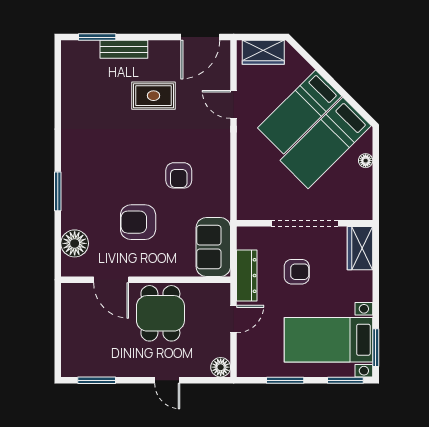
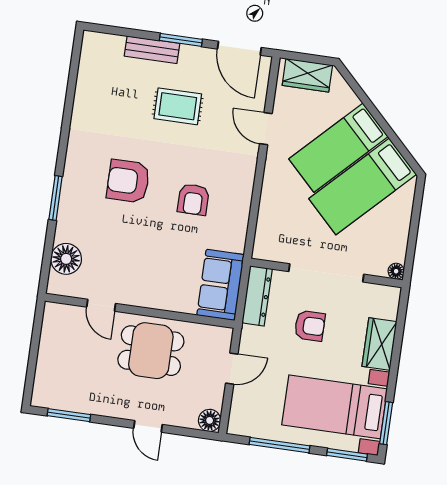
window: (97, 37) -> (181, 40), moved
door: (200, 37) -> (239, 48), hinge flipped
floor lamp: (366, 161) -> (396, 271), moved
armchair: (138, 222) -> (128, 181), moved
wardrobe: (360, 248) -> (379, 344), moved
dresser: (247, 276) -> (257, 296), moved
door: (111, 280) -> (101, 305), width x0.73
dining table: (160, 313) -> (151, 351), turned 90
window: (285, 380) -> (280, 445), width x1.44

